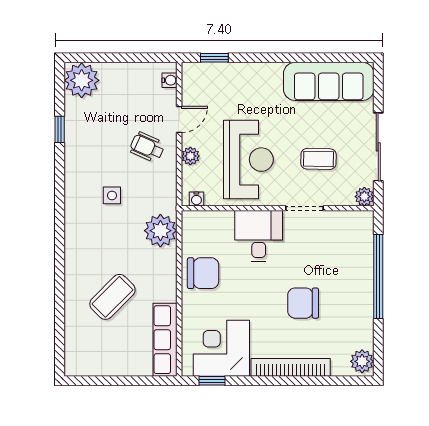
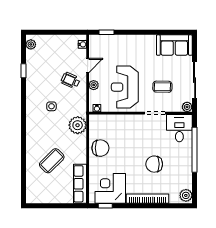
plant: (82, 80) -> (31, 44), width x0.53, depth x0.53
sofa: (329, 81) -> (174, 45), width x0.73
reception desk: (248, 160) -> (125, 87), turned 180
desk: (259, 236) -> (179, 128), moved

